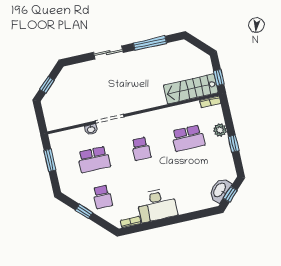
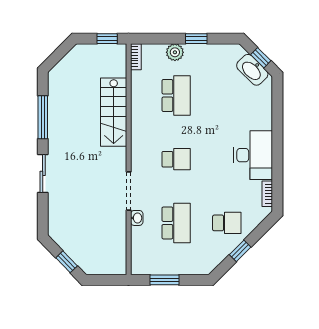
stairs: (191, 89) -> (114, 112), moved

